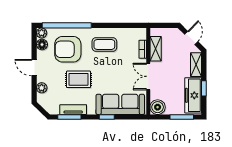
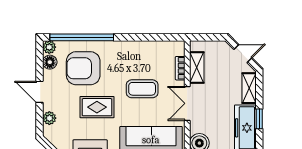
door: (191, 38) -> (243, 54), hinge flipped
coffee table: (104, 44) -> (142, 89), moved

